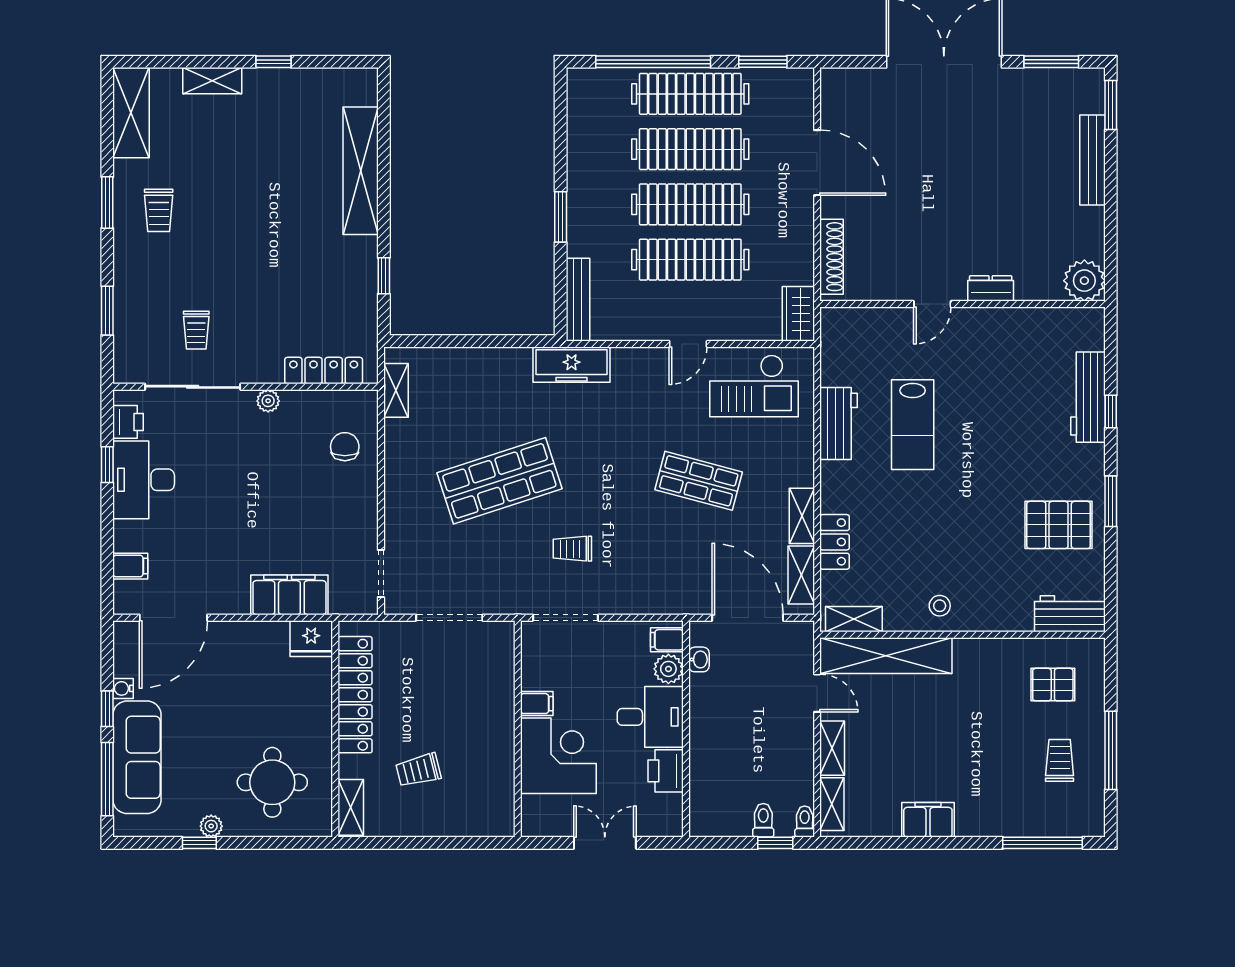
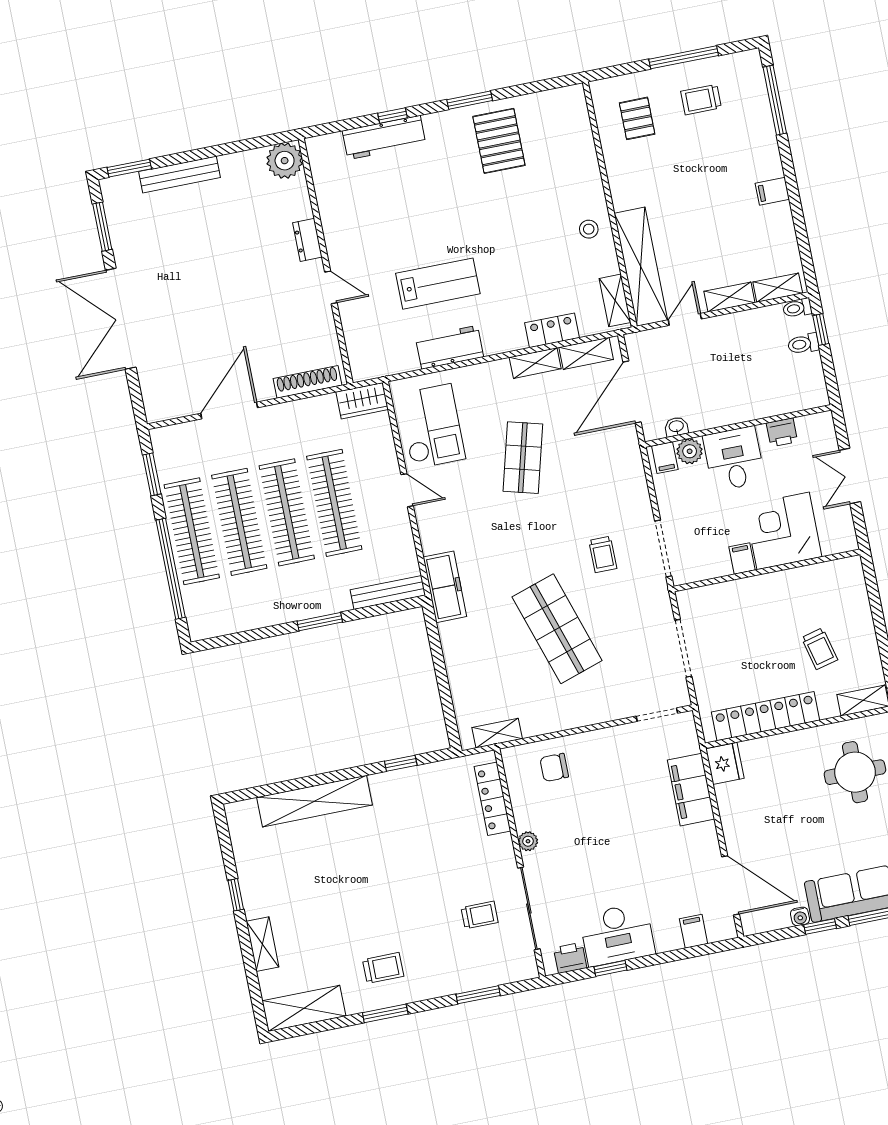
workbench: (1070, 614) -> (573, 116), removed
printer: (666, 771) -> (782, 432), width x0.73, depth x0.81
filing cabinet: (928, 820) -> (772, 191), width x0.50

